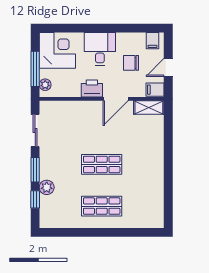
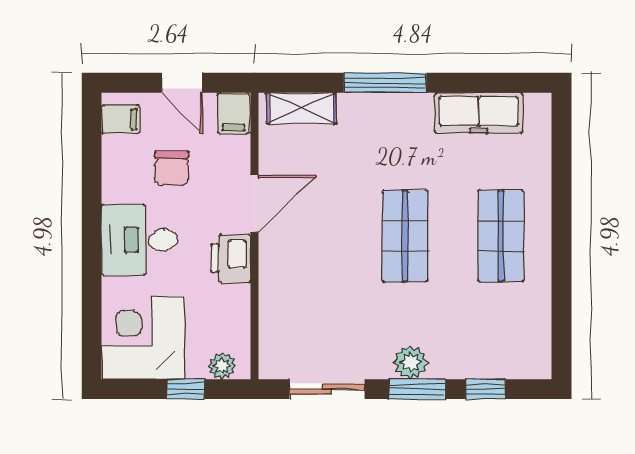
window: (35, 69) -> (186, 389), width x0.46
door: (116, 99) -> (255, 204), hinge flipped
shelving: (149, 107) -> (302, 108), moved, turned 90
window: (168, 156) -> (385, 83), added
plant: (47, 187) -> (410, 362), moved
freezer: (155, 196) -> (479, 113), added

